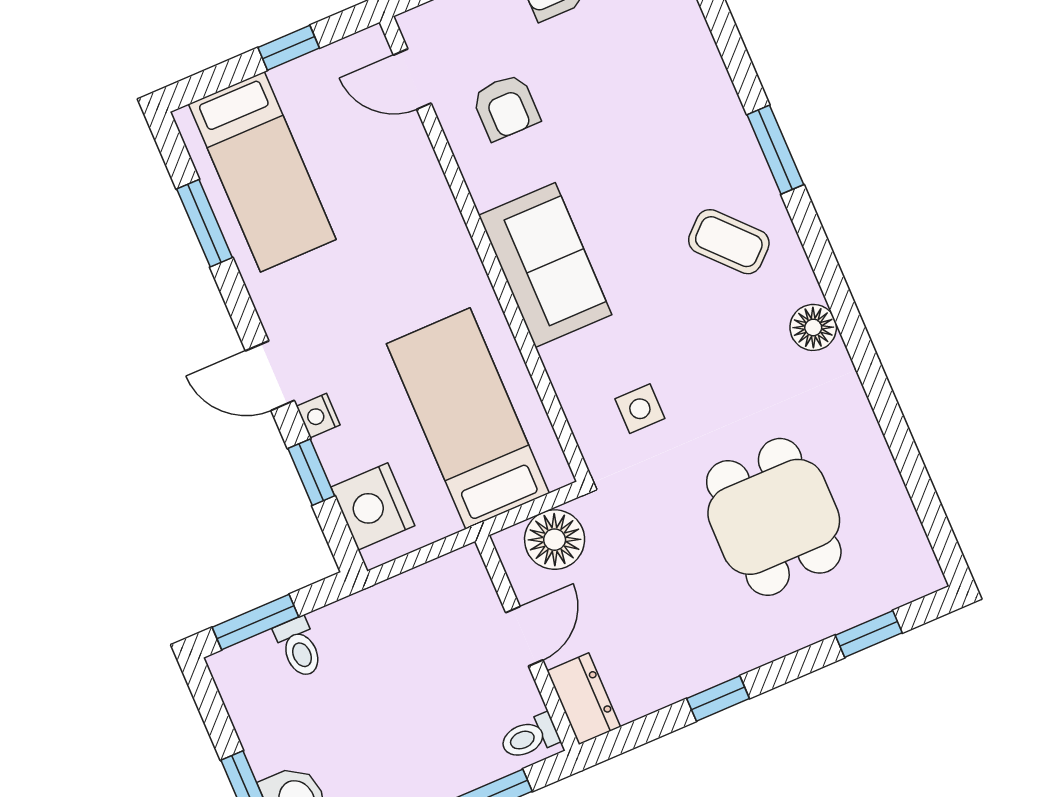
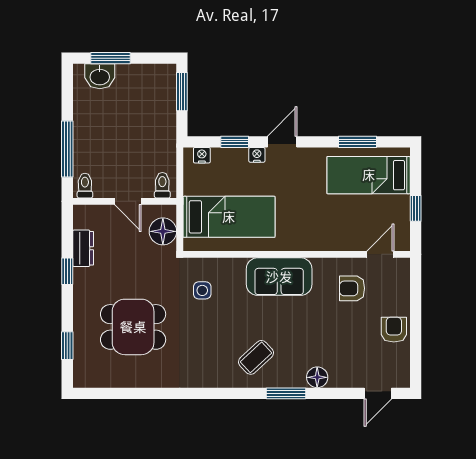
floor lamp: (813, 327) -> (317, 377), moved
nightstand: (373, 506) -> (202, 155), width x0.53, depth x0.56
toilet: (299, 647) -> (162, 185), moved, turned 90
dresser: (584, 699) -> (83, 248), moved, turned -90

